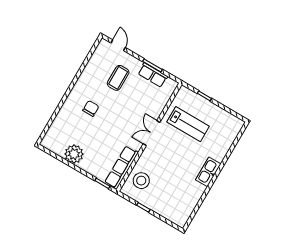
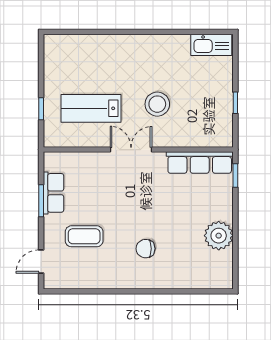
lab bench: (188, 124) -> (91, 108), turned -90
double door: (152, 133) -> (131, 150), swing flipped
kitchen sink: (208, 172) -> (211, 45), moved
stool: (141, 181) -> (157, 104), moved

